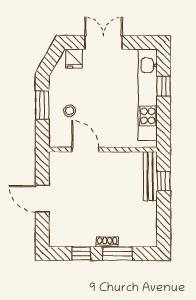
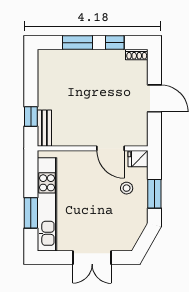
fridge: (74, 58) -> (138, 159), moved, turned -90
window: (164, 86) -> (31, 213), width x1.50
bench: (150, 176) -> (44, 128), width x0.73
shoe rack: (107, 242) -> (137, 54), moved

